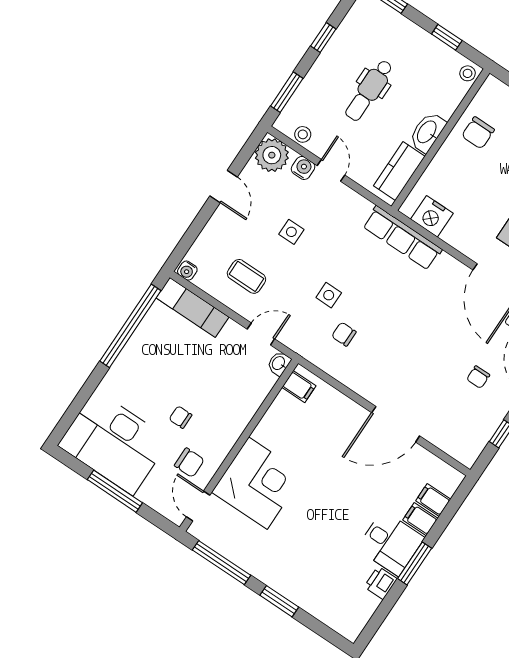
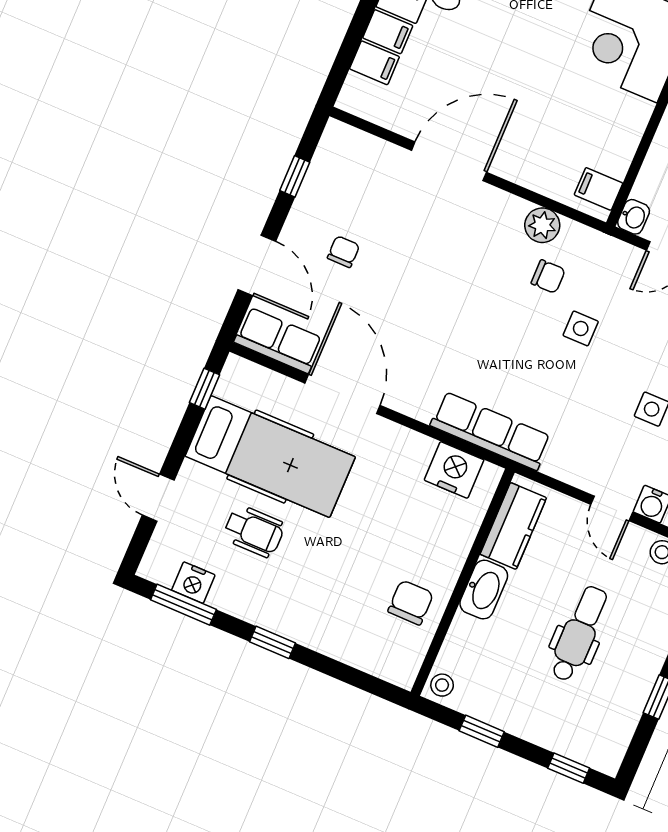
plant: (341, 369) -> (542, 225), added

